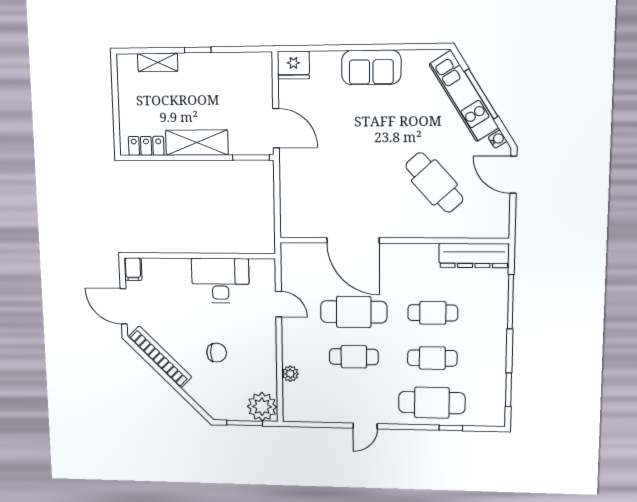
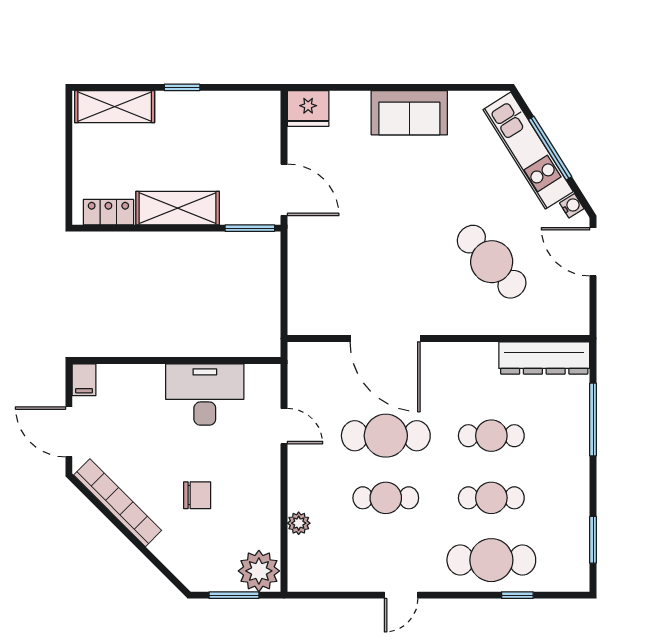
shelving: (158, 62) -> (115, 107), width x1.50, depth x1.33

